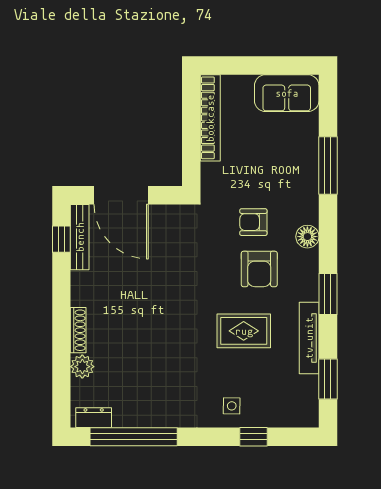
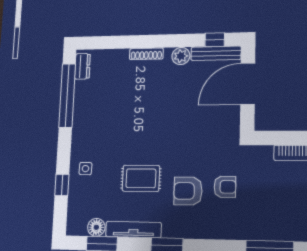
armchair: (253, 222) -> (225, 187), turned 90
floor lamp: (307, 237) -> (96, 227), moved
rug: (244, 331) -> (141, 178), turned 90
plant: (82, 367) -> (181, 56), moved

